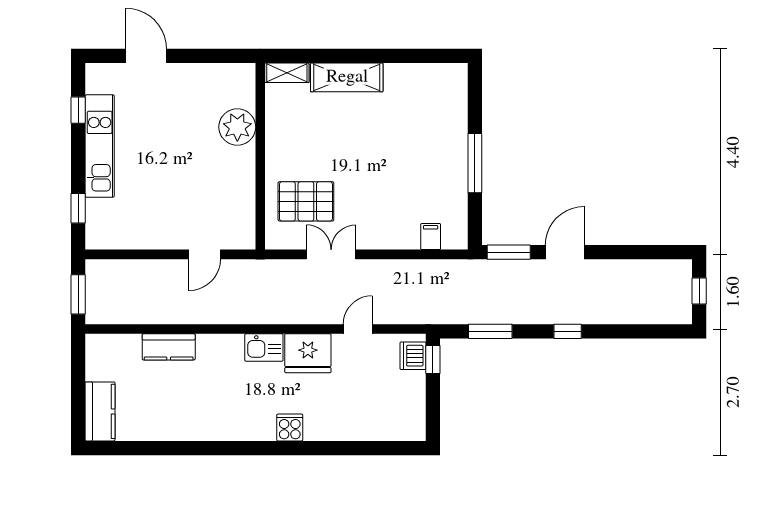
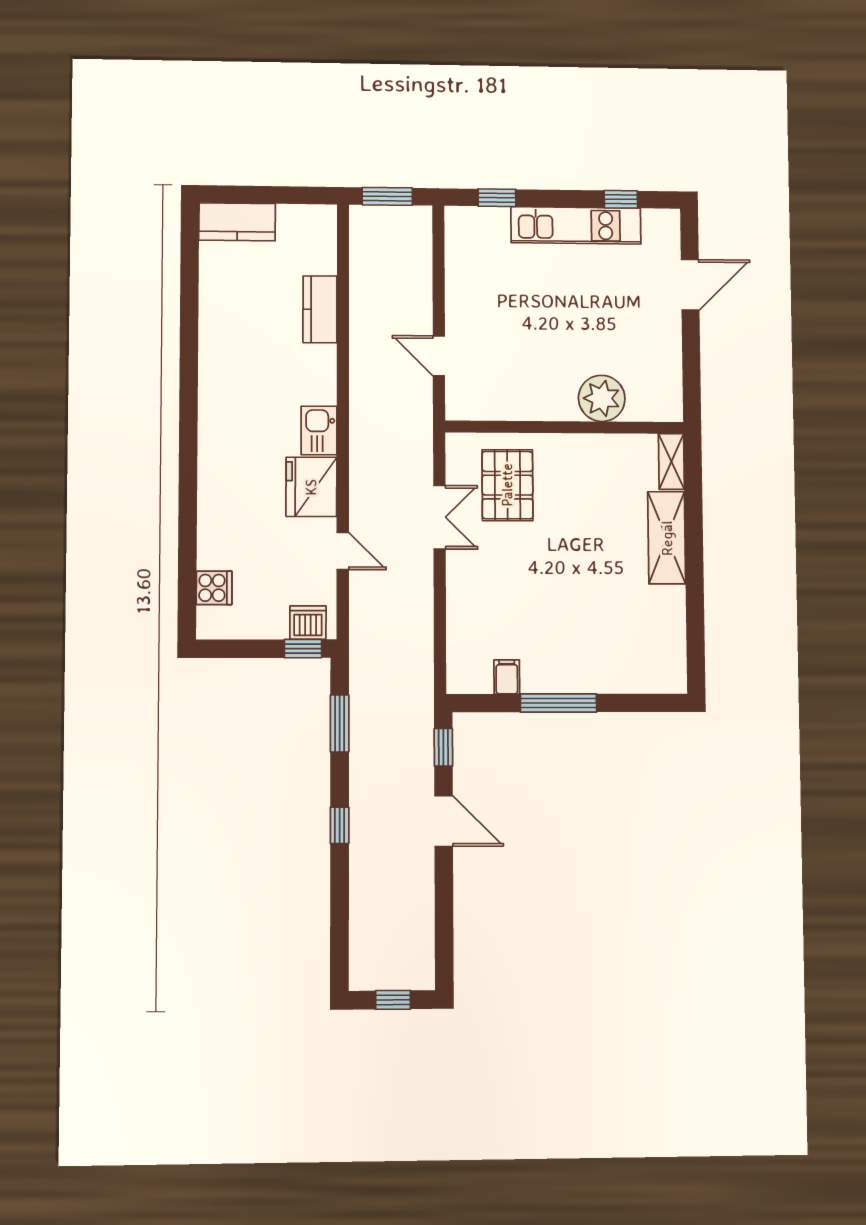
filing cabinet: (431, 237) -> (507, 677), moved, turned -90
window: (509, 252) -> (443, 747), width x0.67
cooker: (290, 428) -> (214, 588), moved

